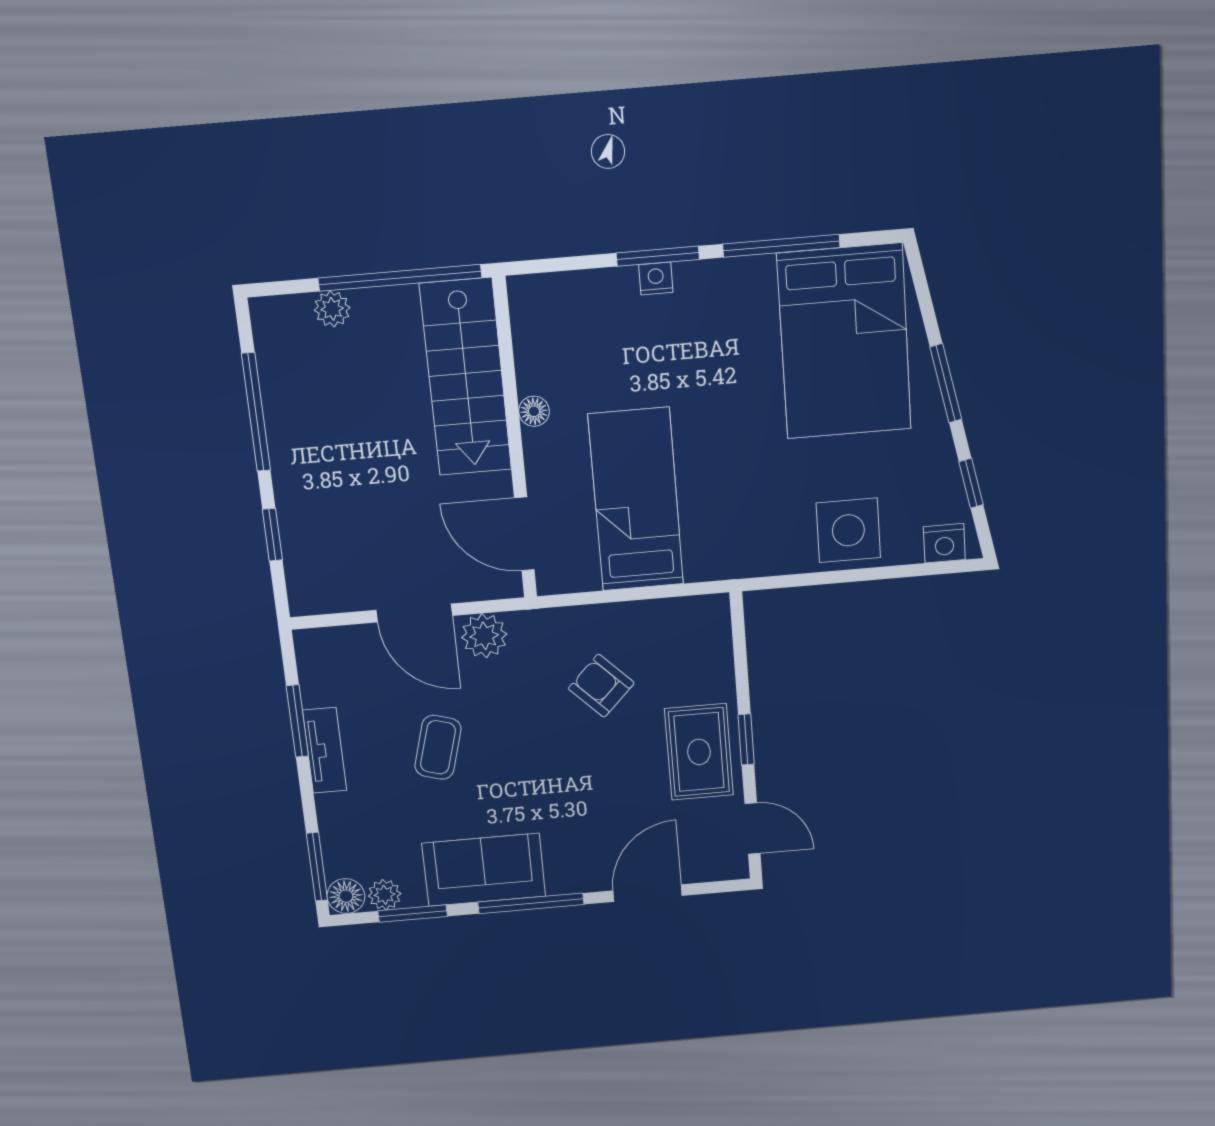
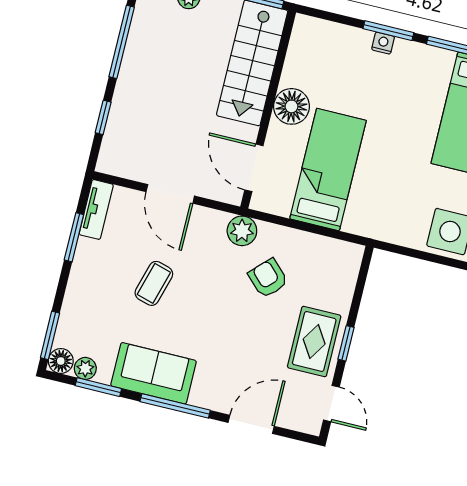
floor lamp: (534, 411) -> (291, 106), width x1.89, depth x1.89
plant: (484, 636) -> (242, 231), moved
tv unit: (325, 750) -> (96, 209), moved

